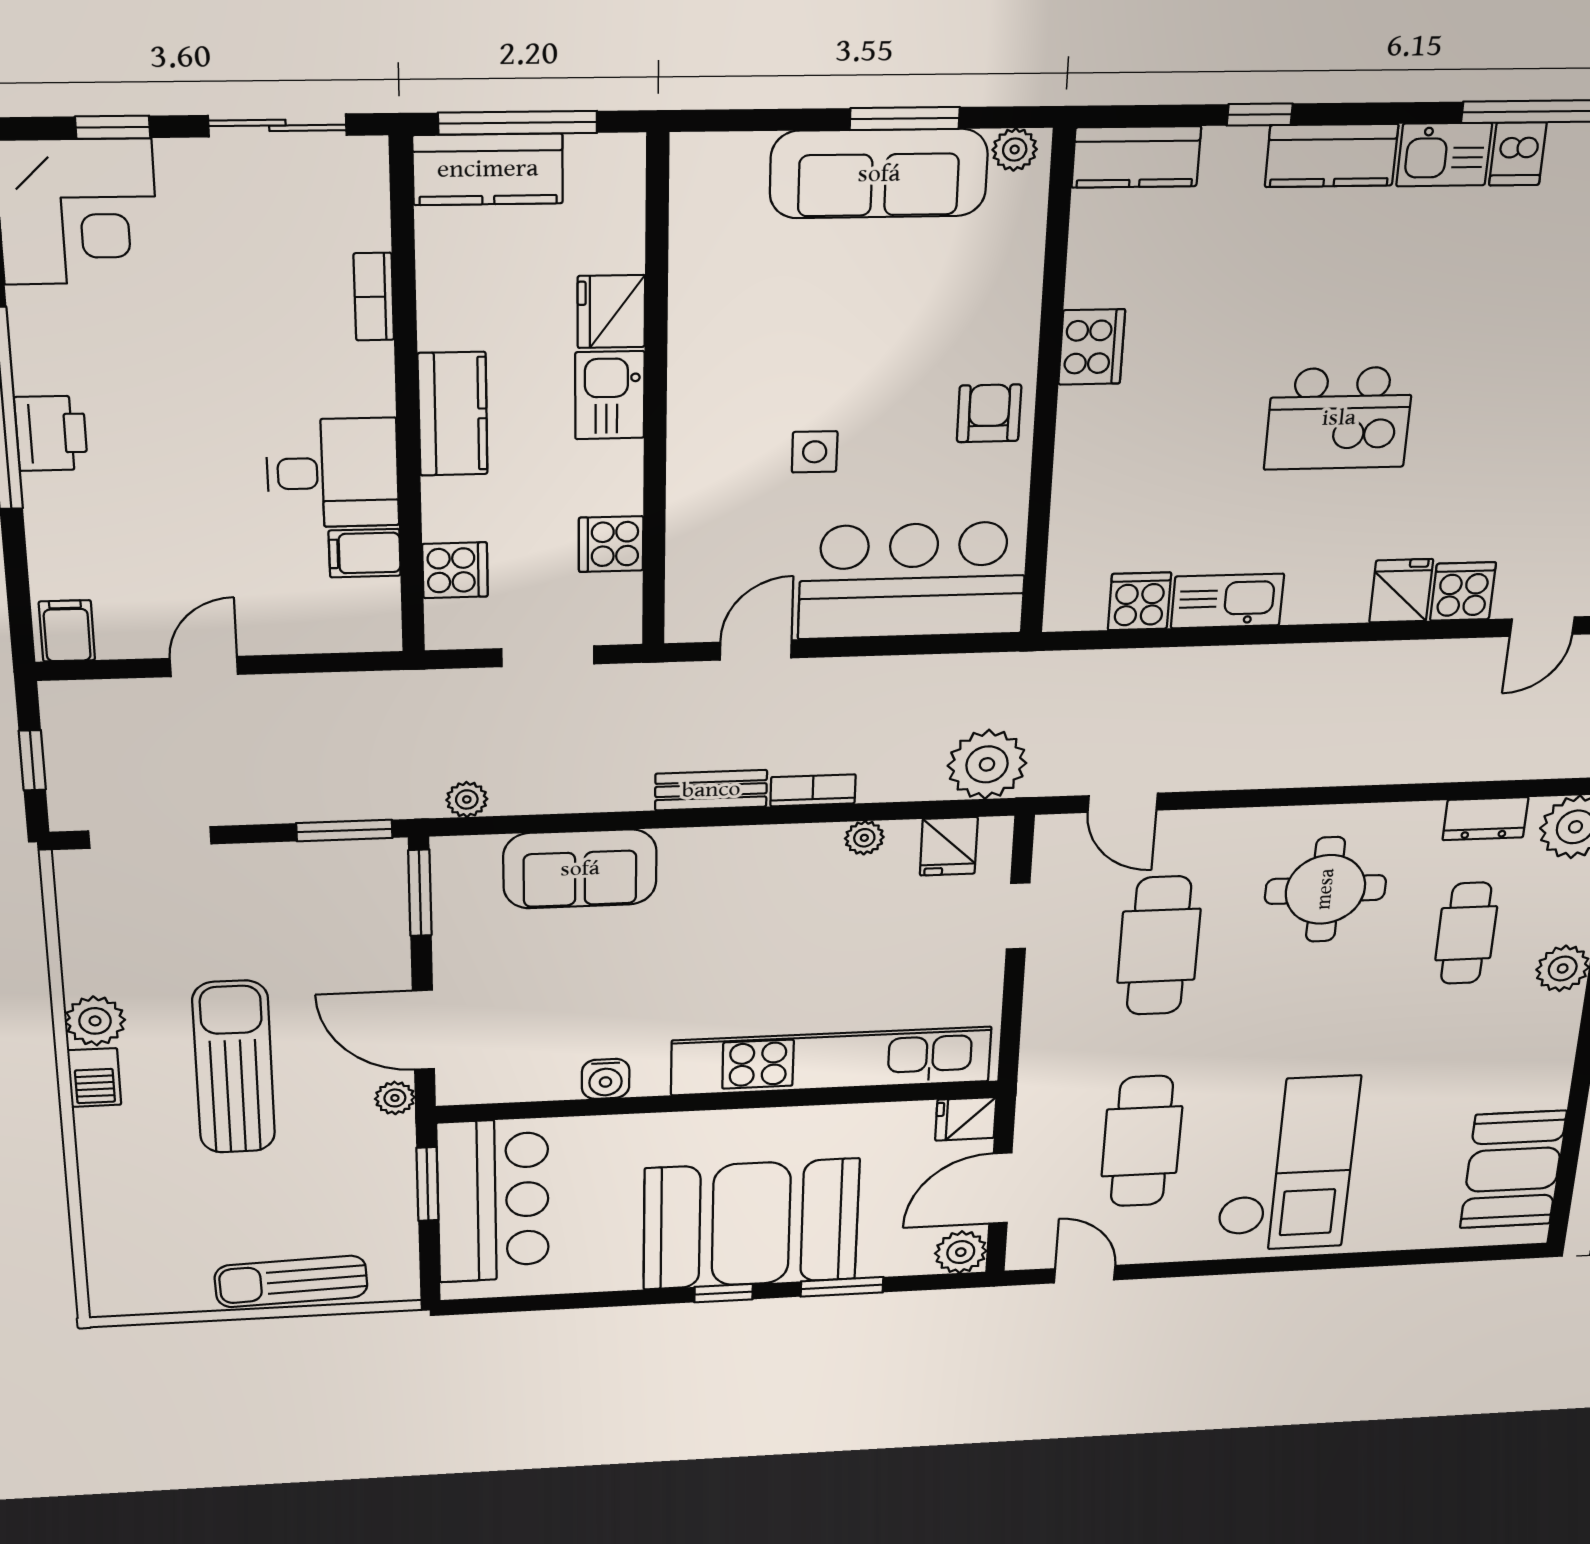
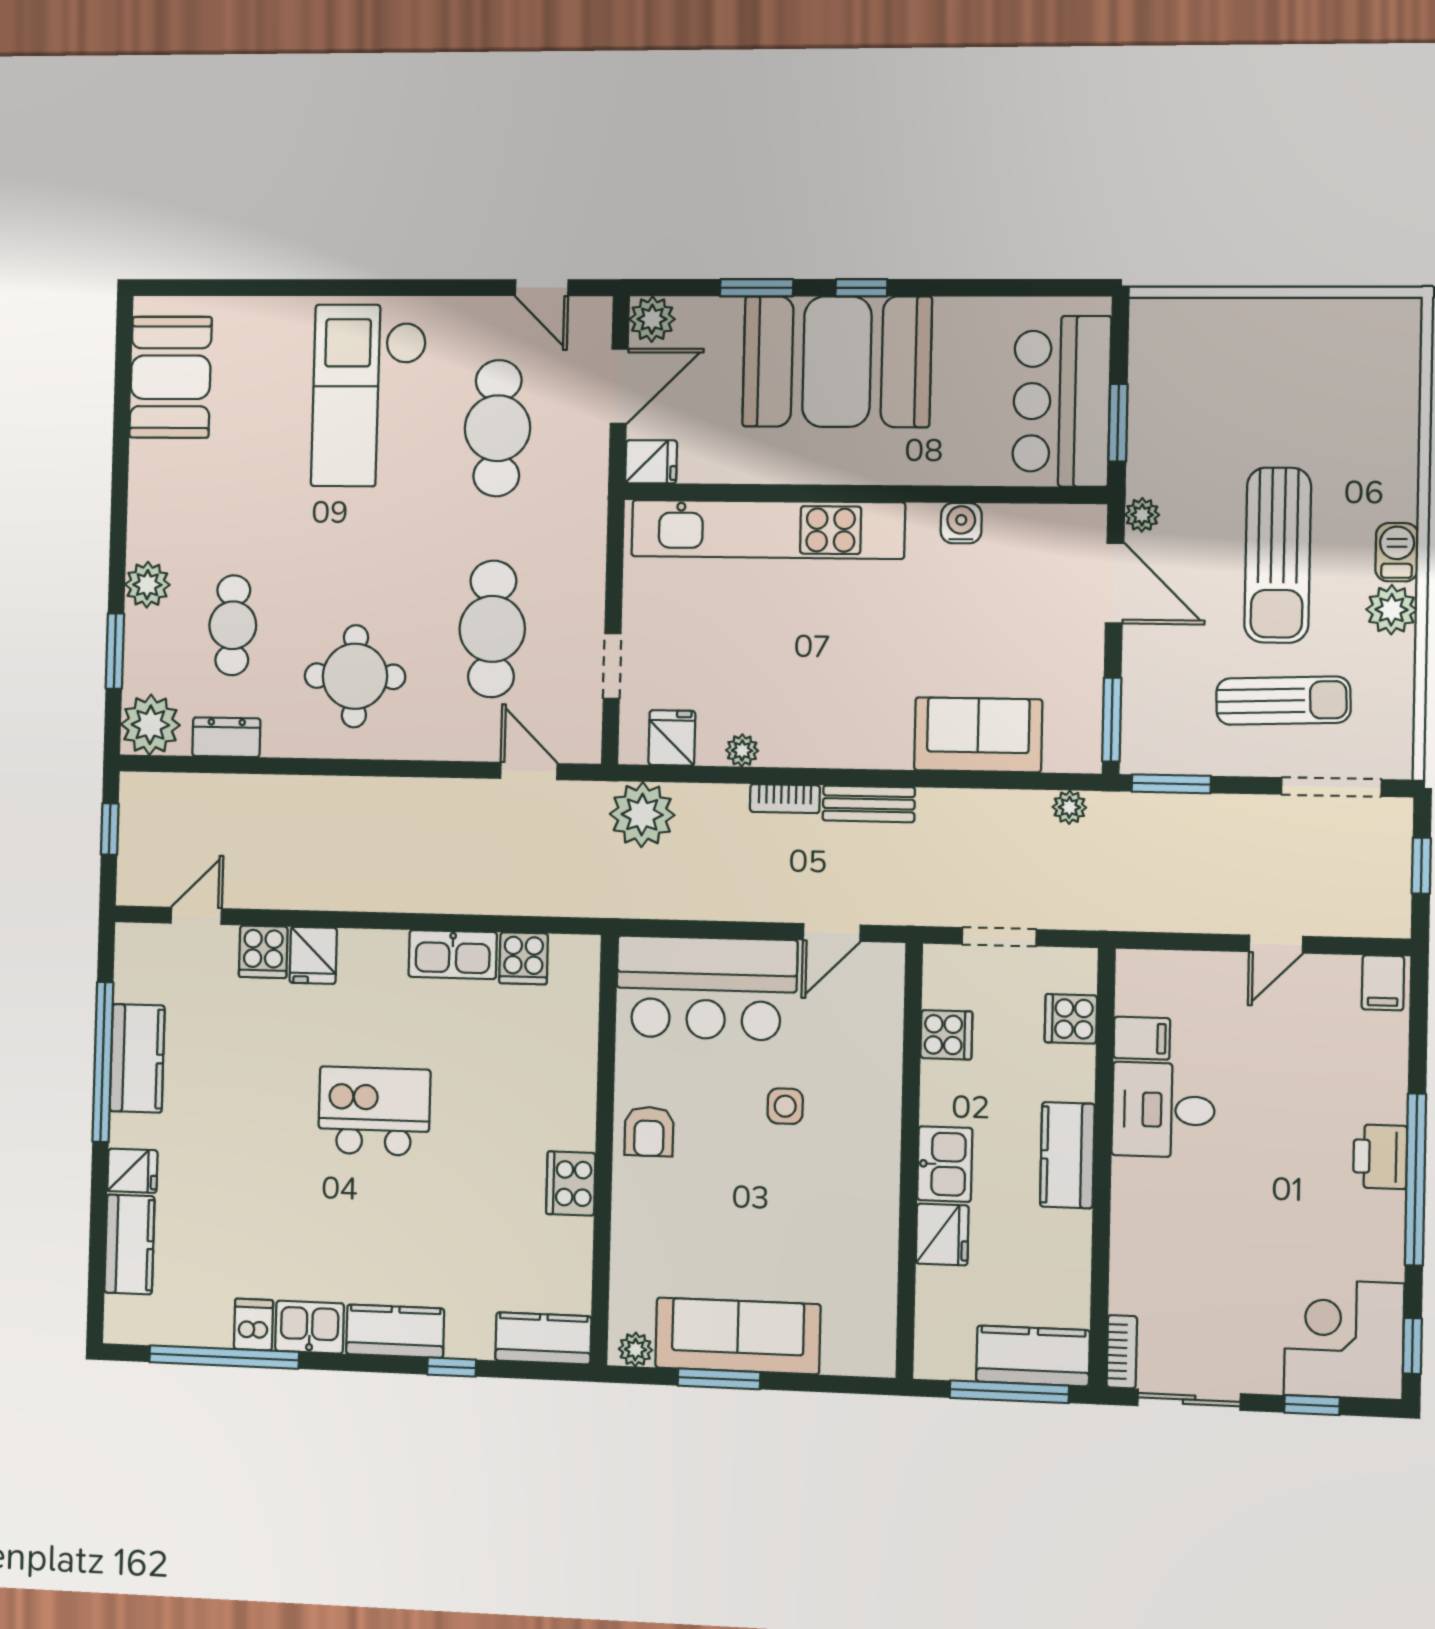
bookcase: (374, 297) -> (1122, 1352), moved
sun lounger: (291, 1281) -> (1283, 701), moved

